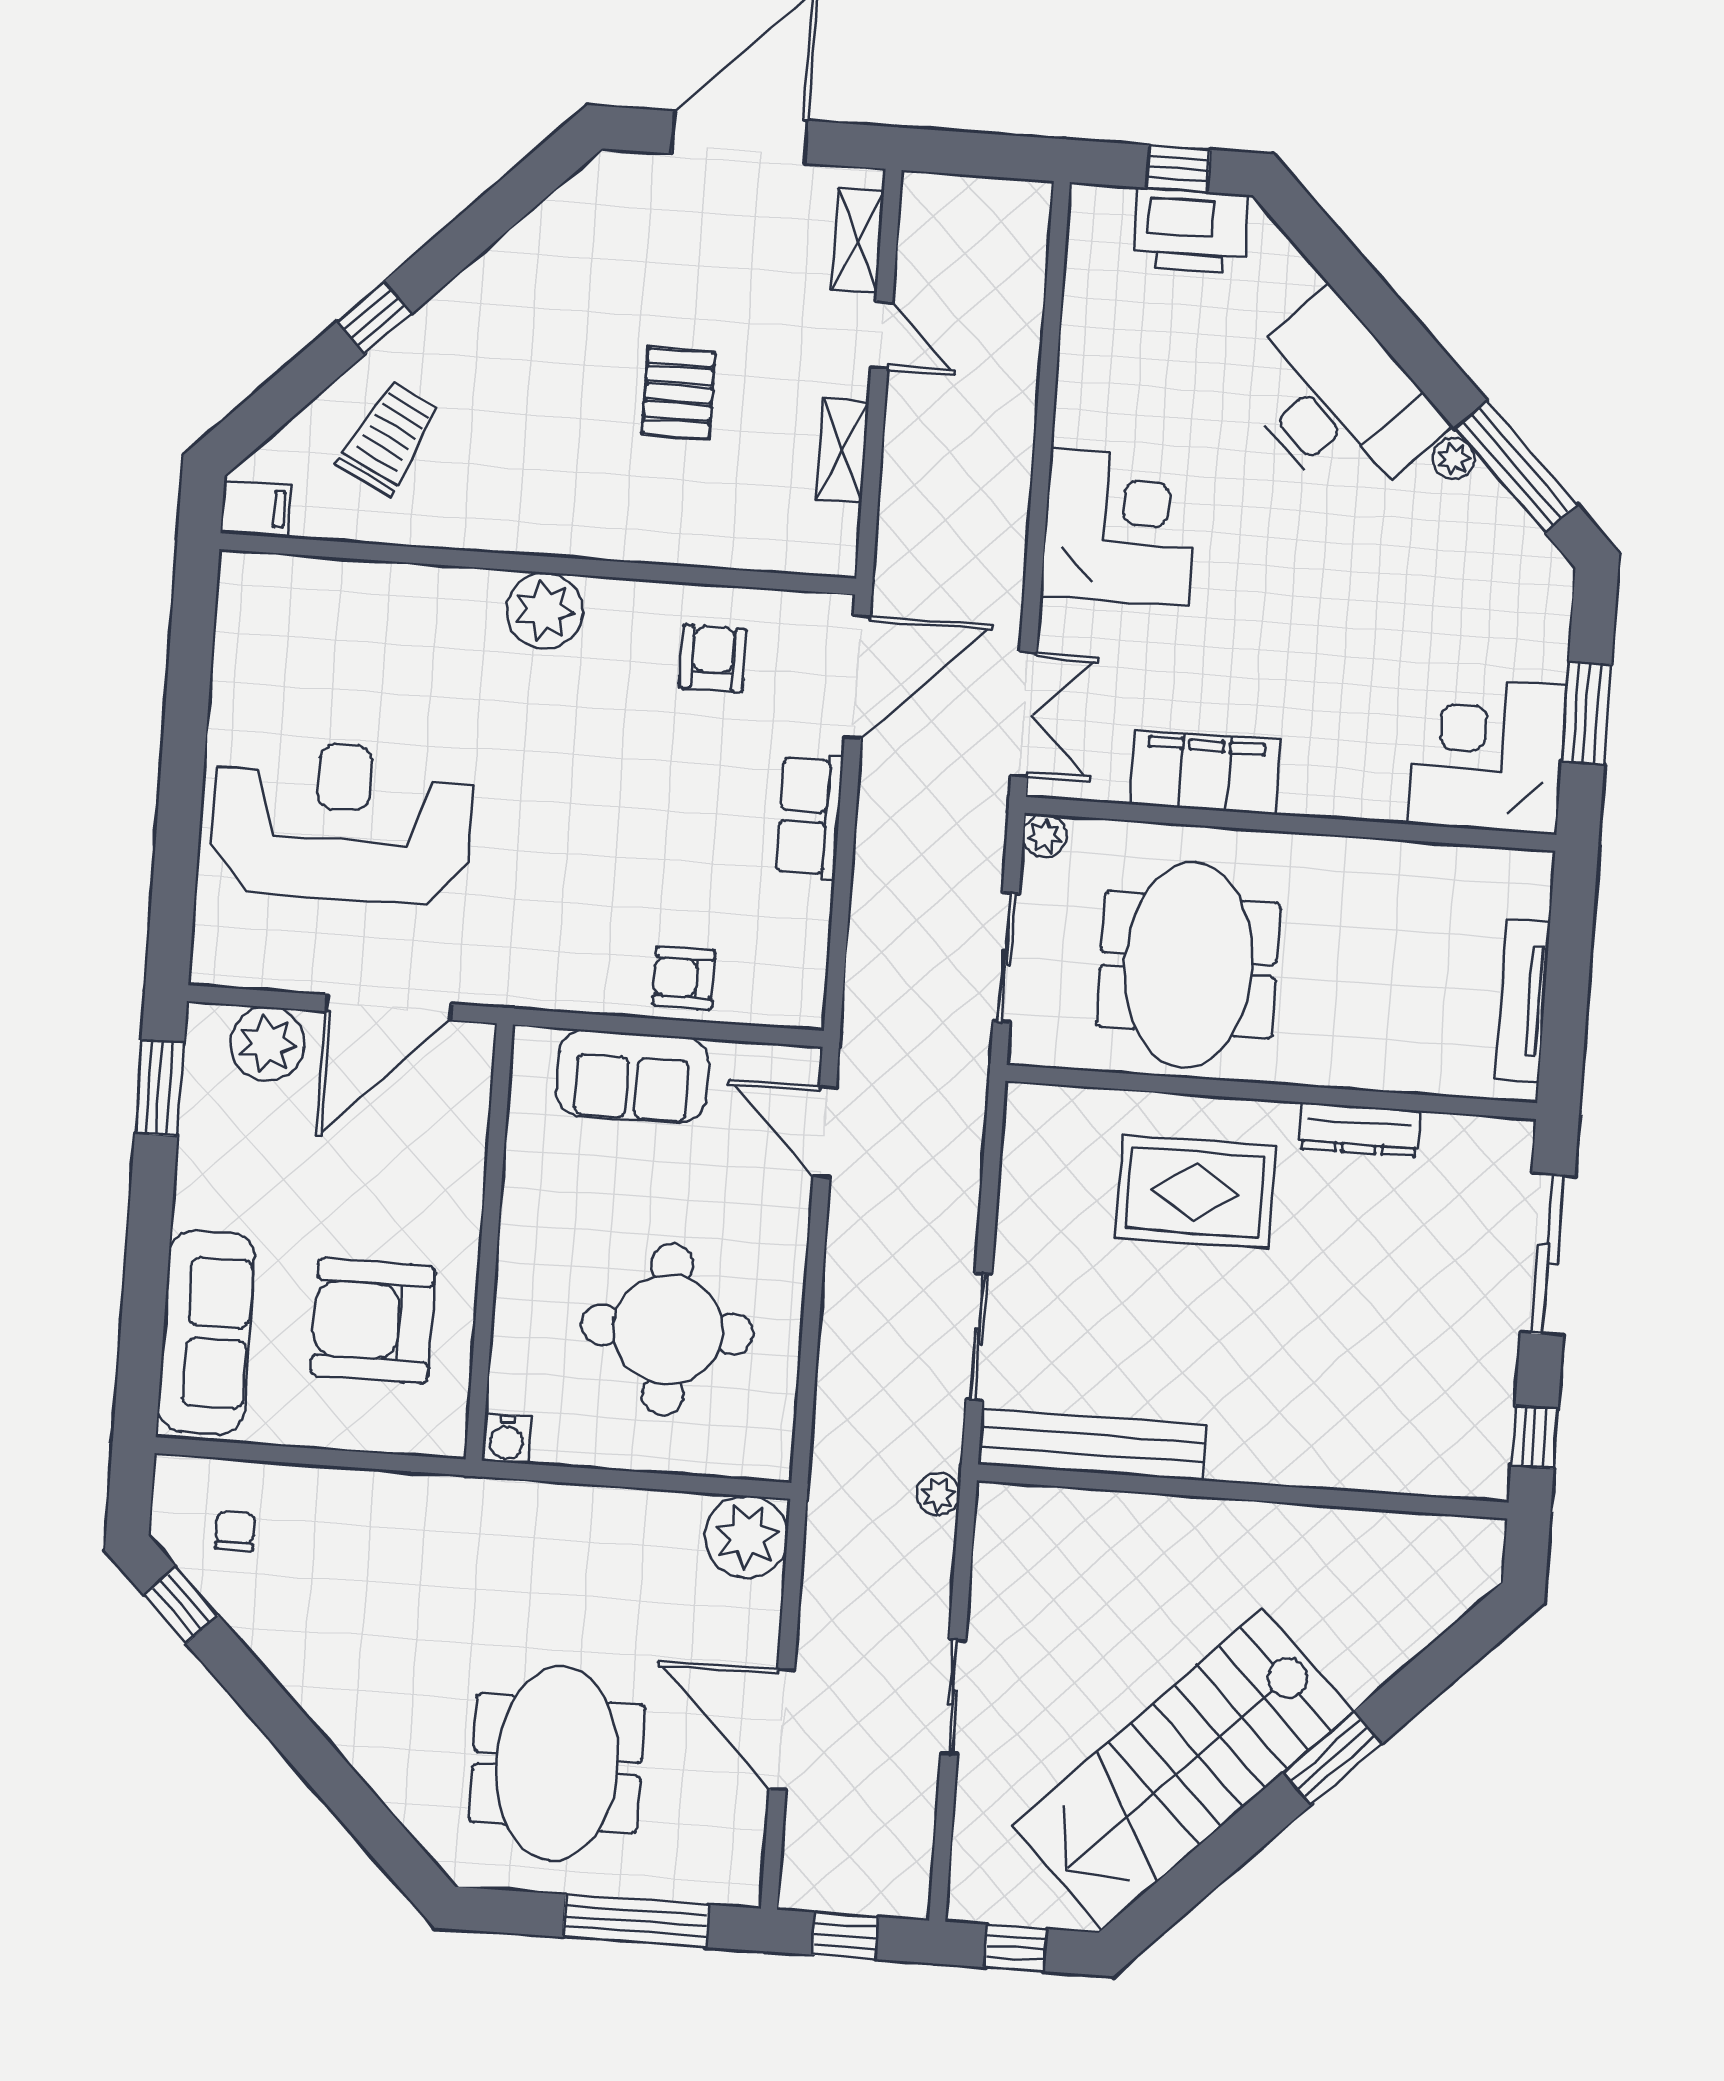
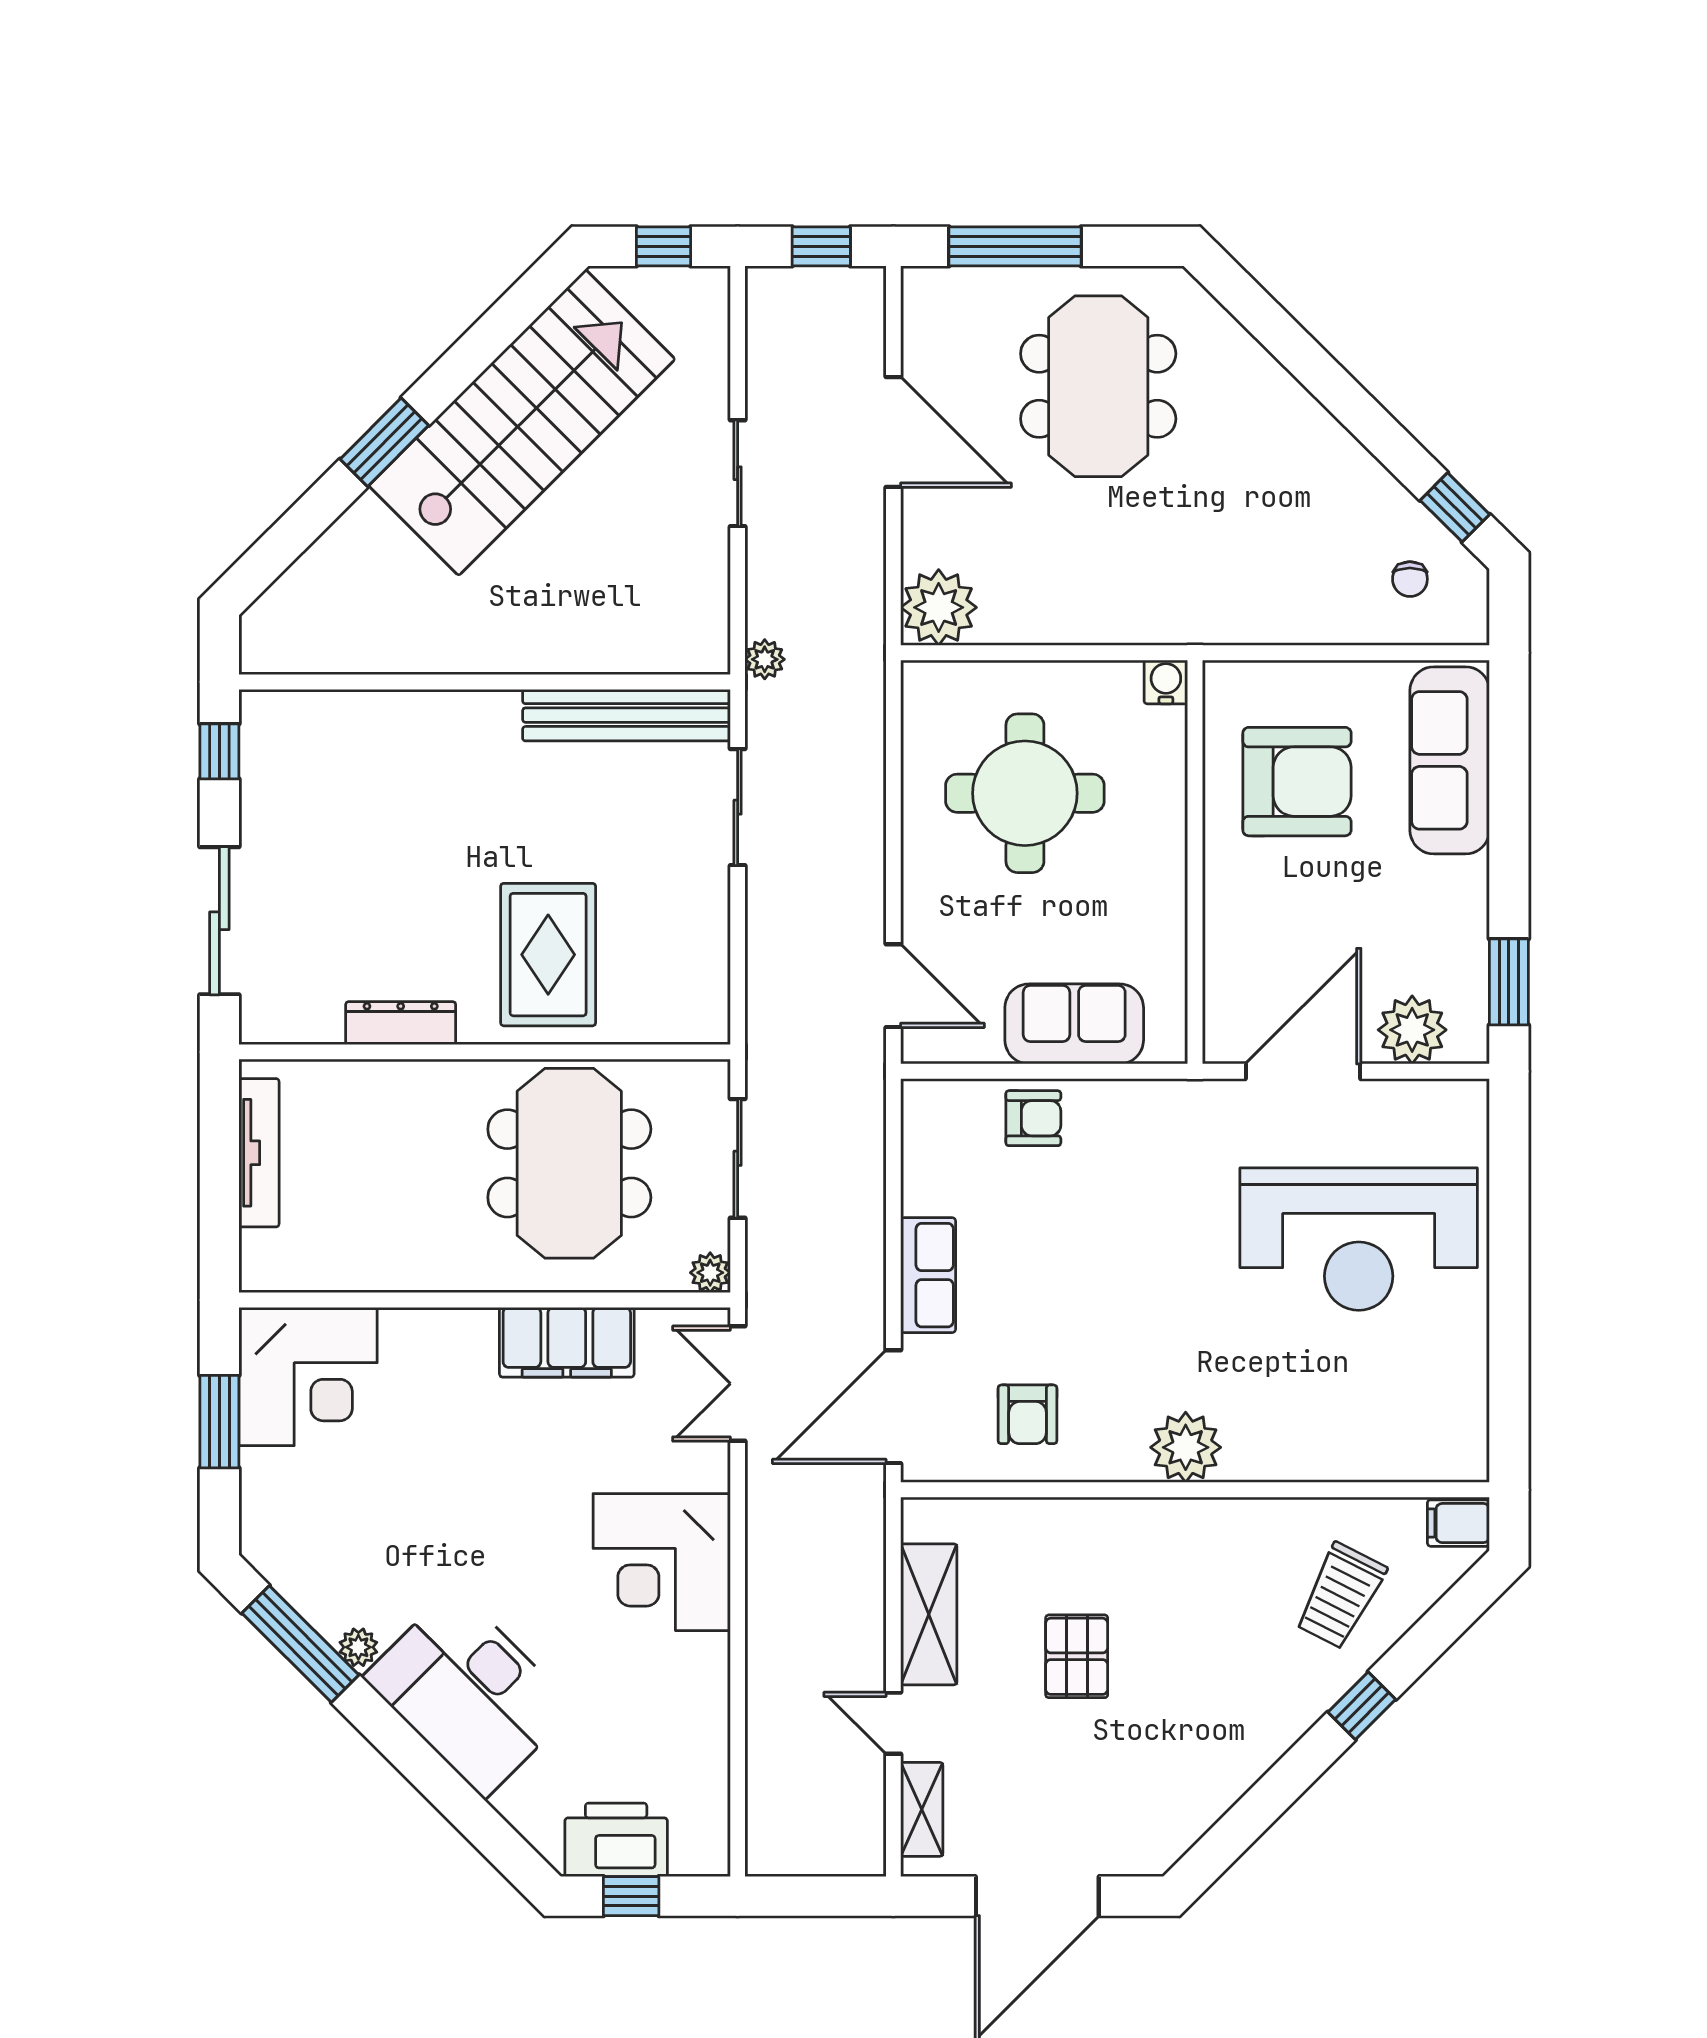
shelving: (843, 451) -> (929, 1614), width x1.50, depth x1.33
rug: (1195, 1192) -> (548, 955), turned 90

